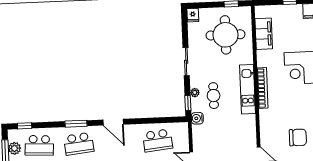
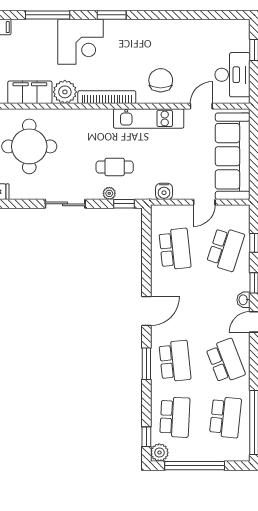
plant: (265, 58) -> (65, 92), added
kitchen unit: (247, 89) -> (149, 118), moved
water cooler: (197, 118) -> (164, 191), moved
chair: (298, 137) -> (161, 80), moved
plant: (14, 148) -> (159, 453), moved

